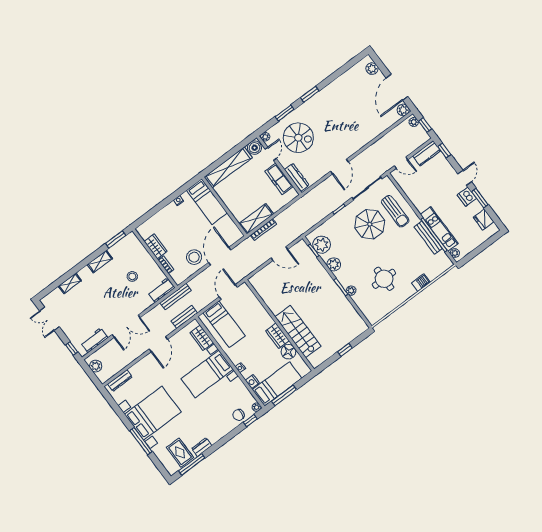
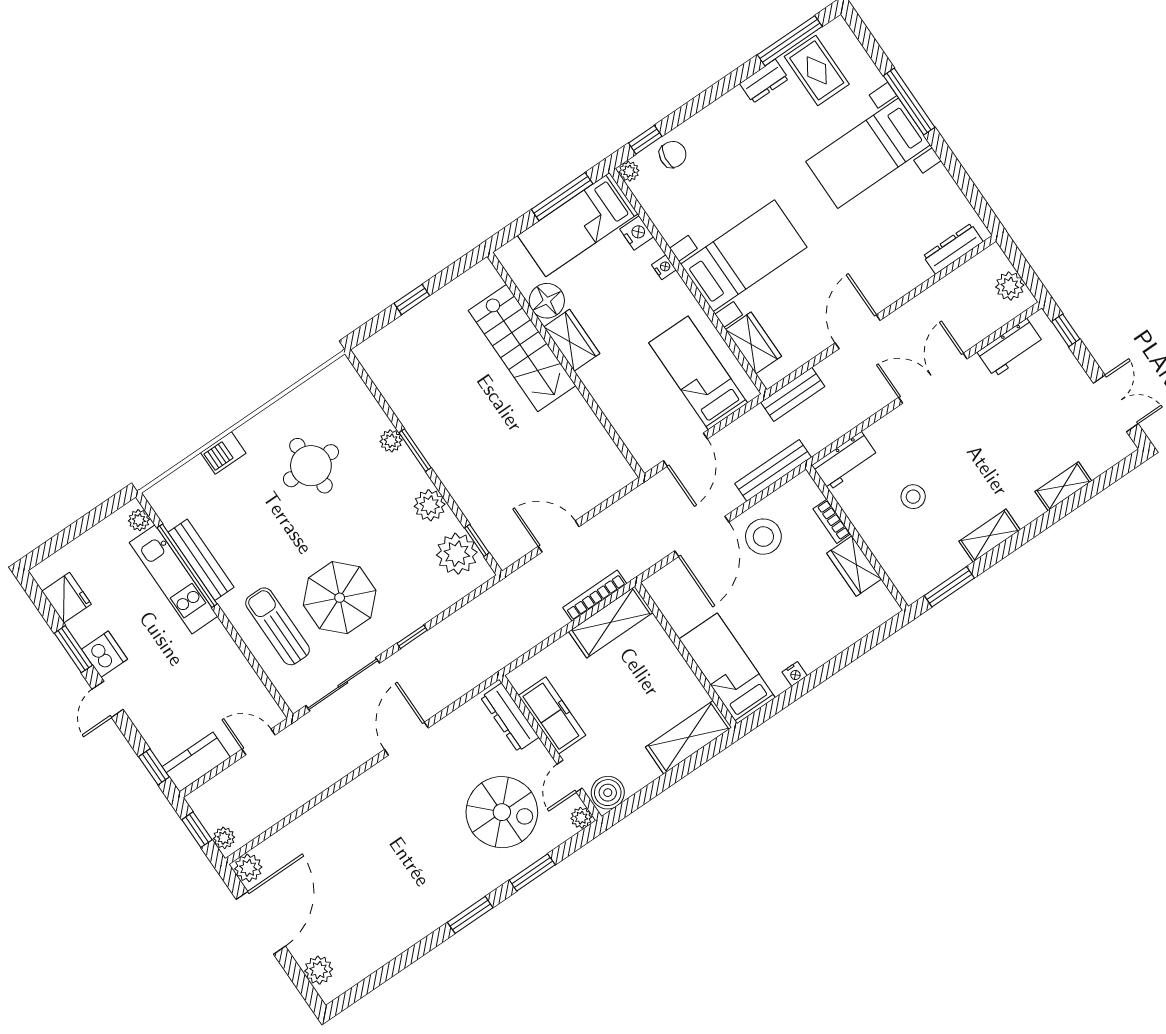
spiral stairs: (298, 138) -> (502, 812), turned 180
shelving: (228, 167) -> (689, 737), width x0.68
bench: (176, 297) -> (773, 470), moved
bed with nightstands: (153, 413) -> (868, 153), width x0.73

